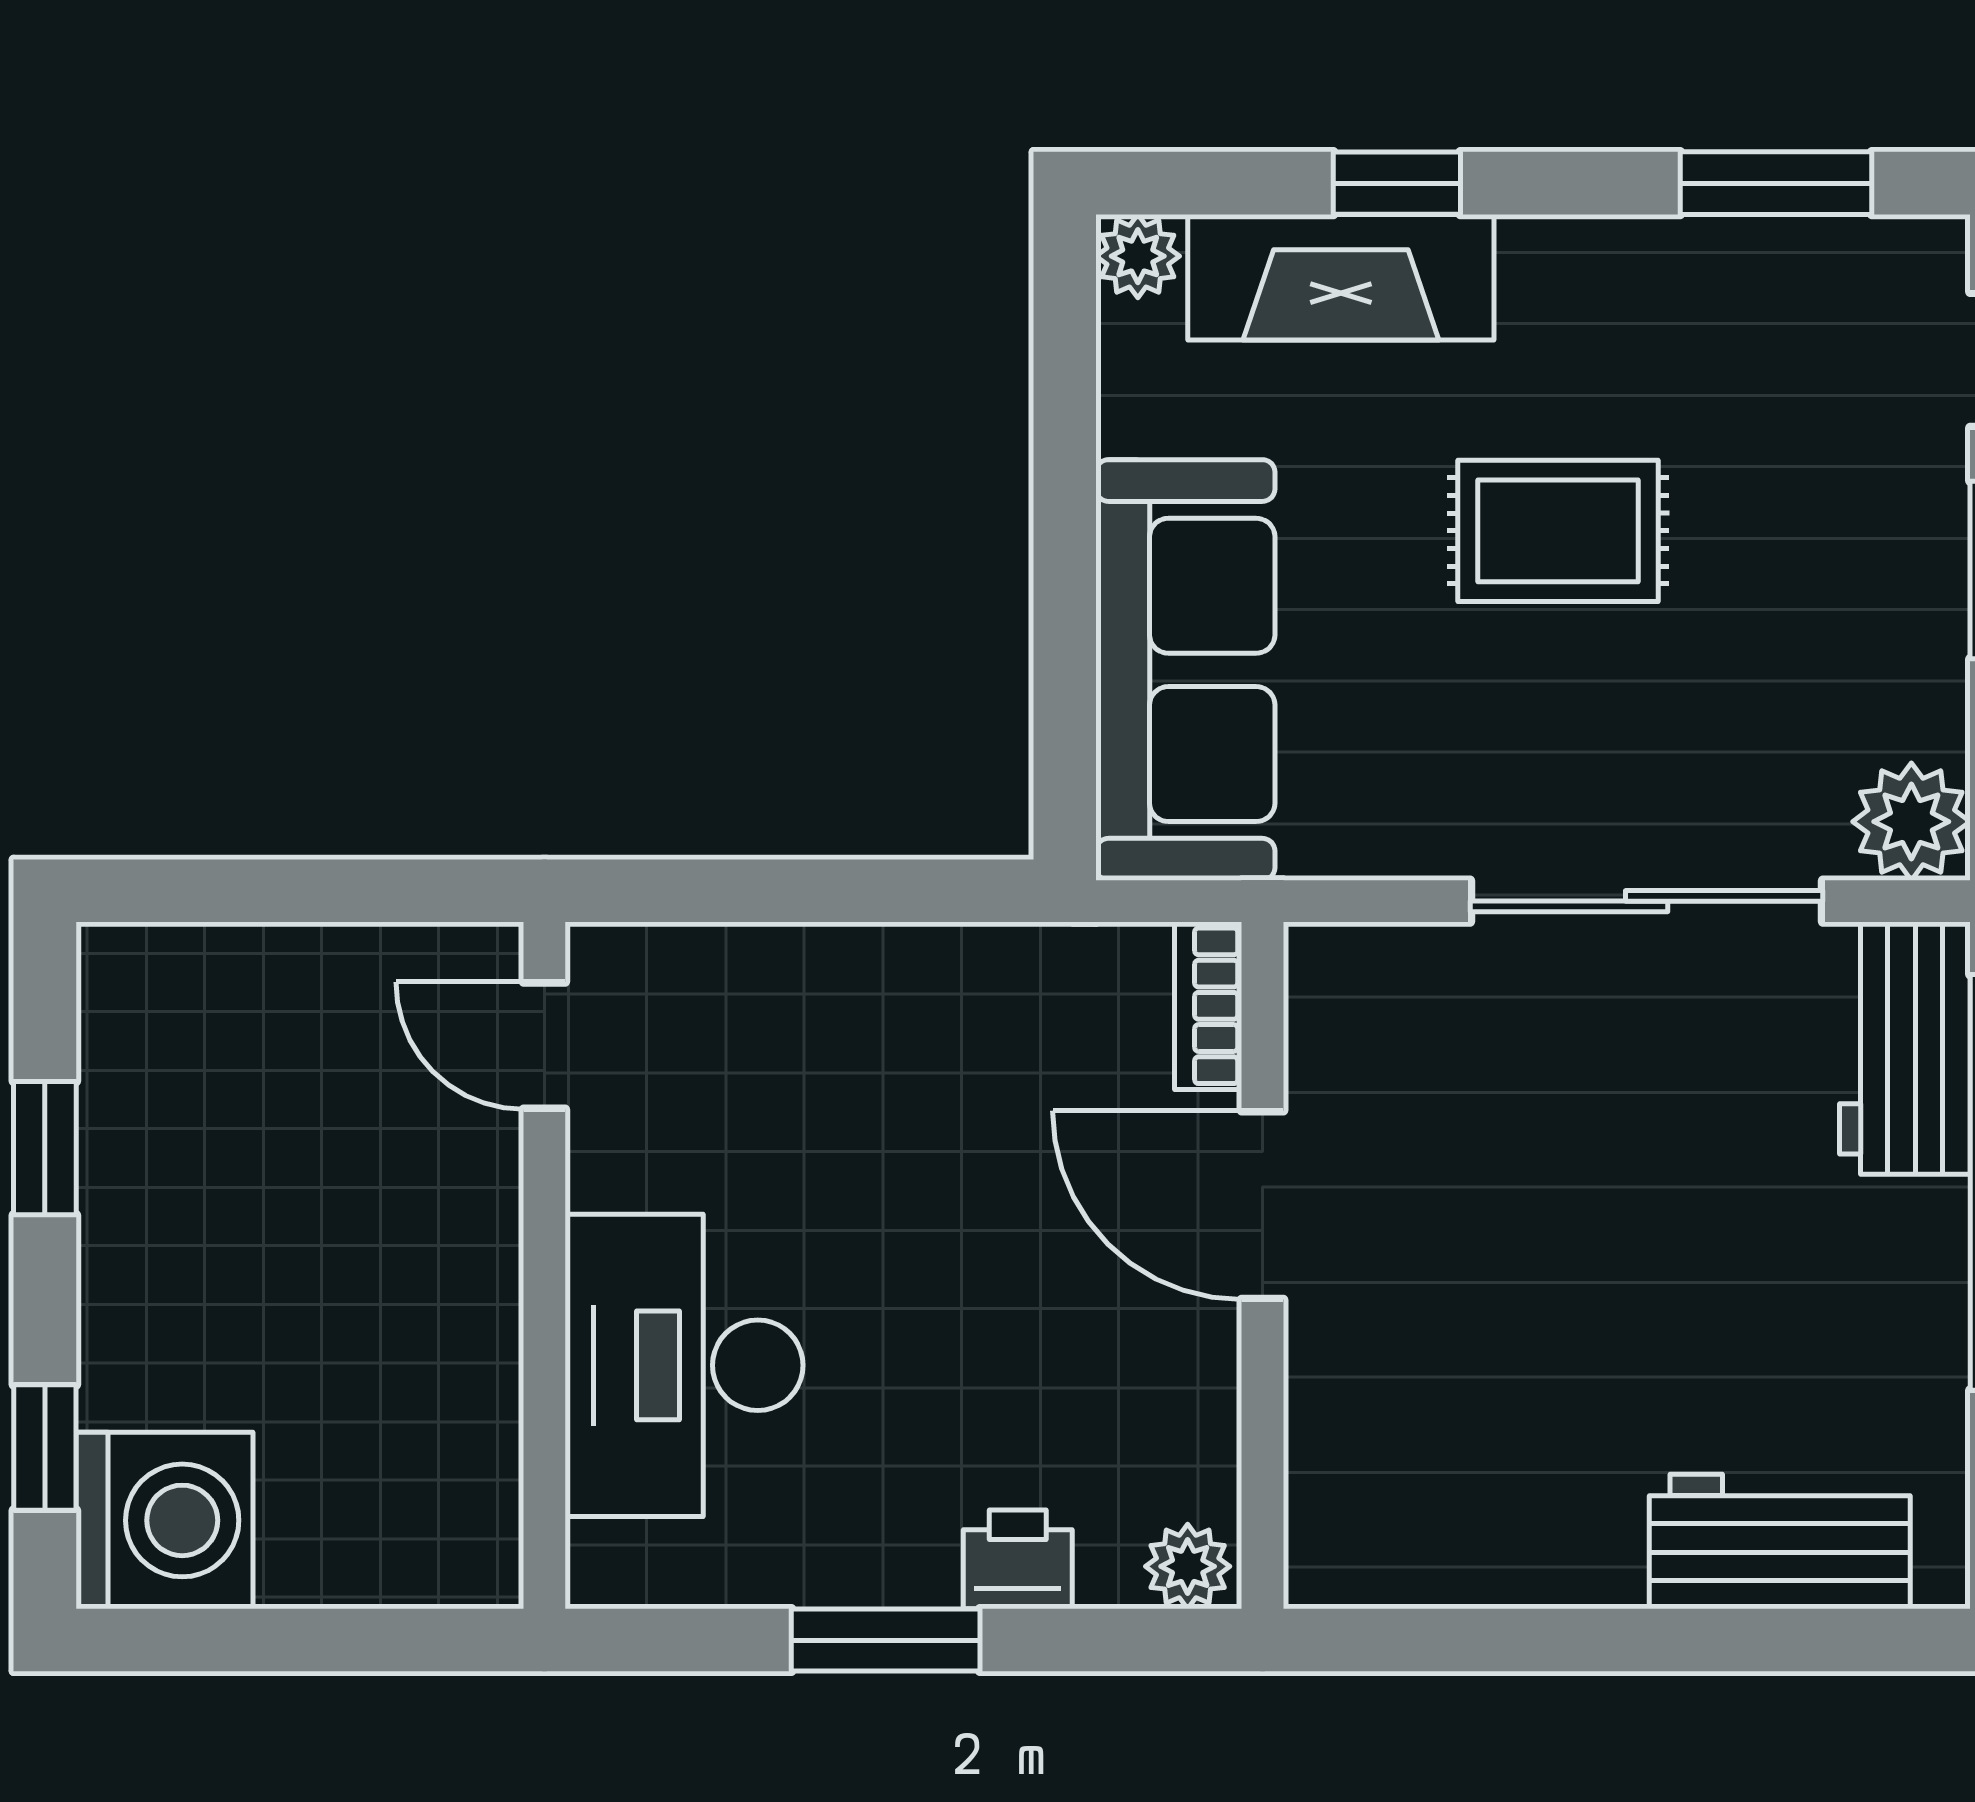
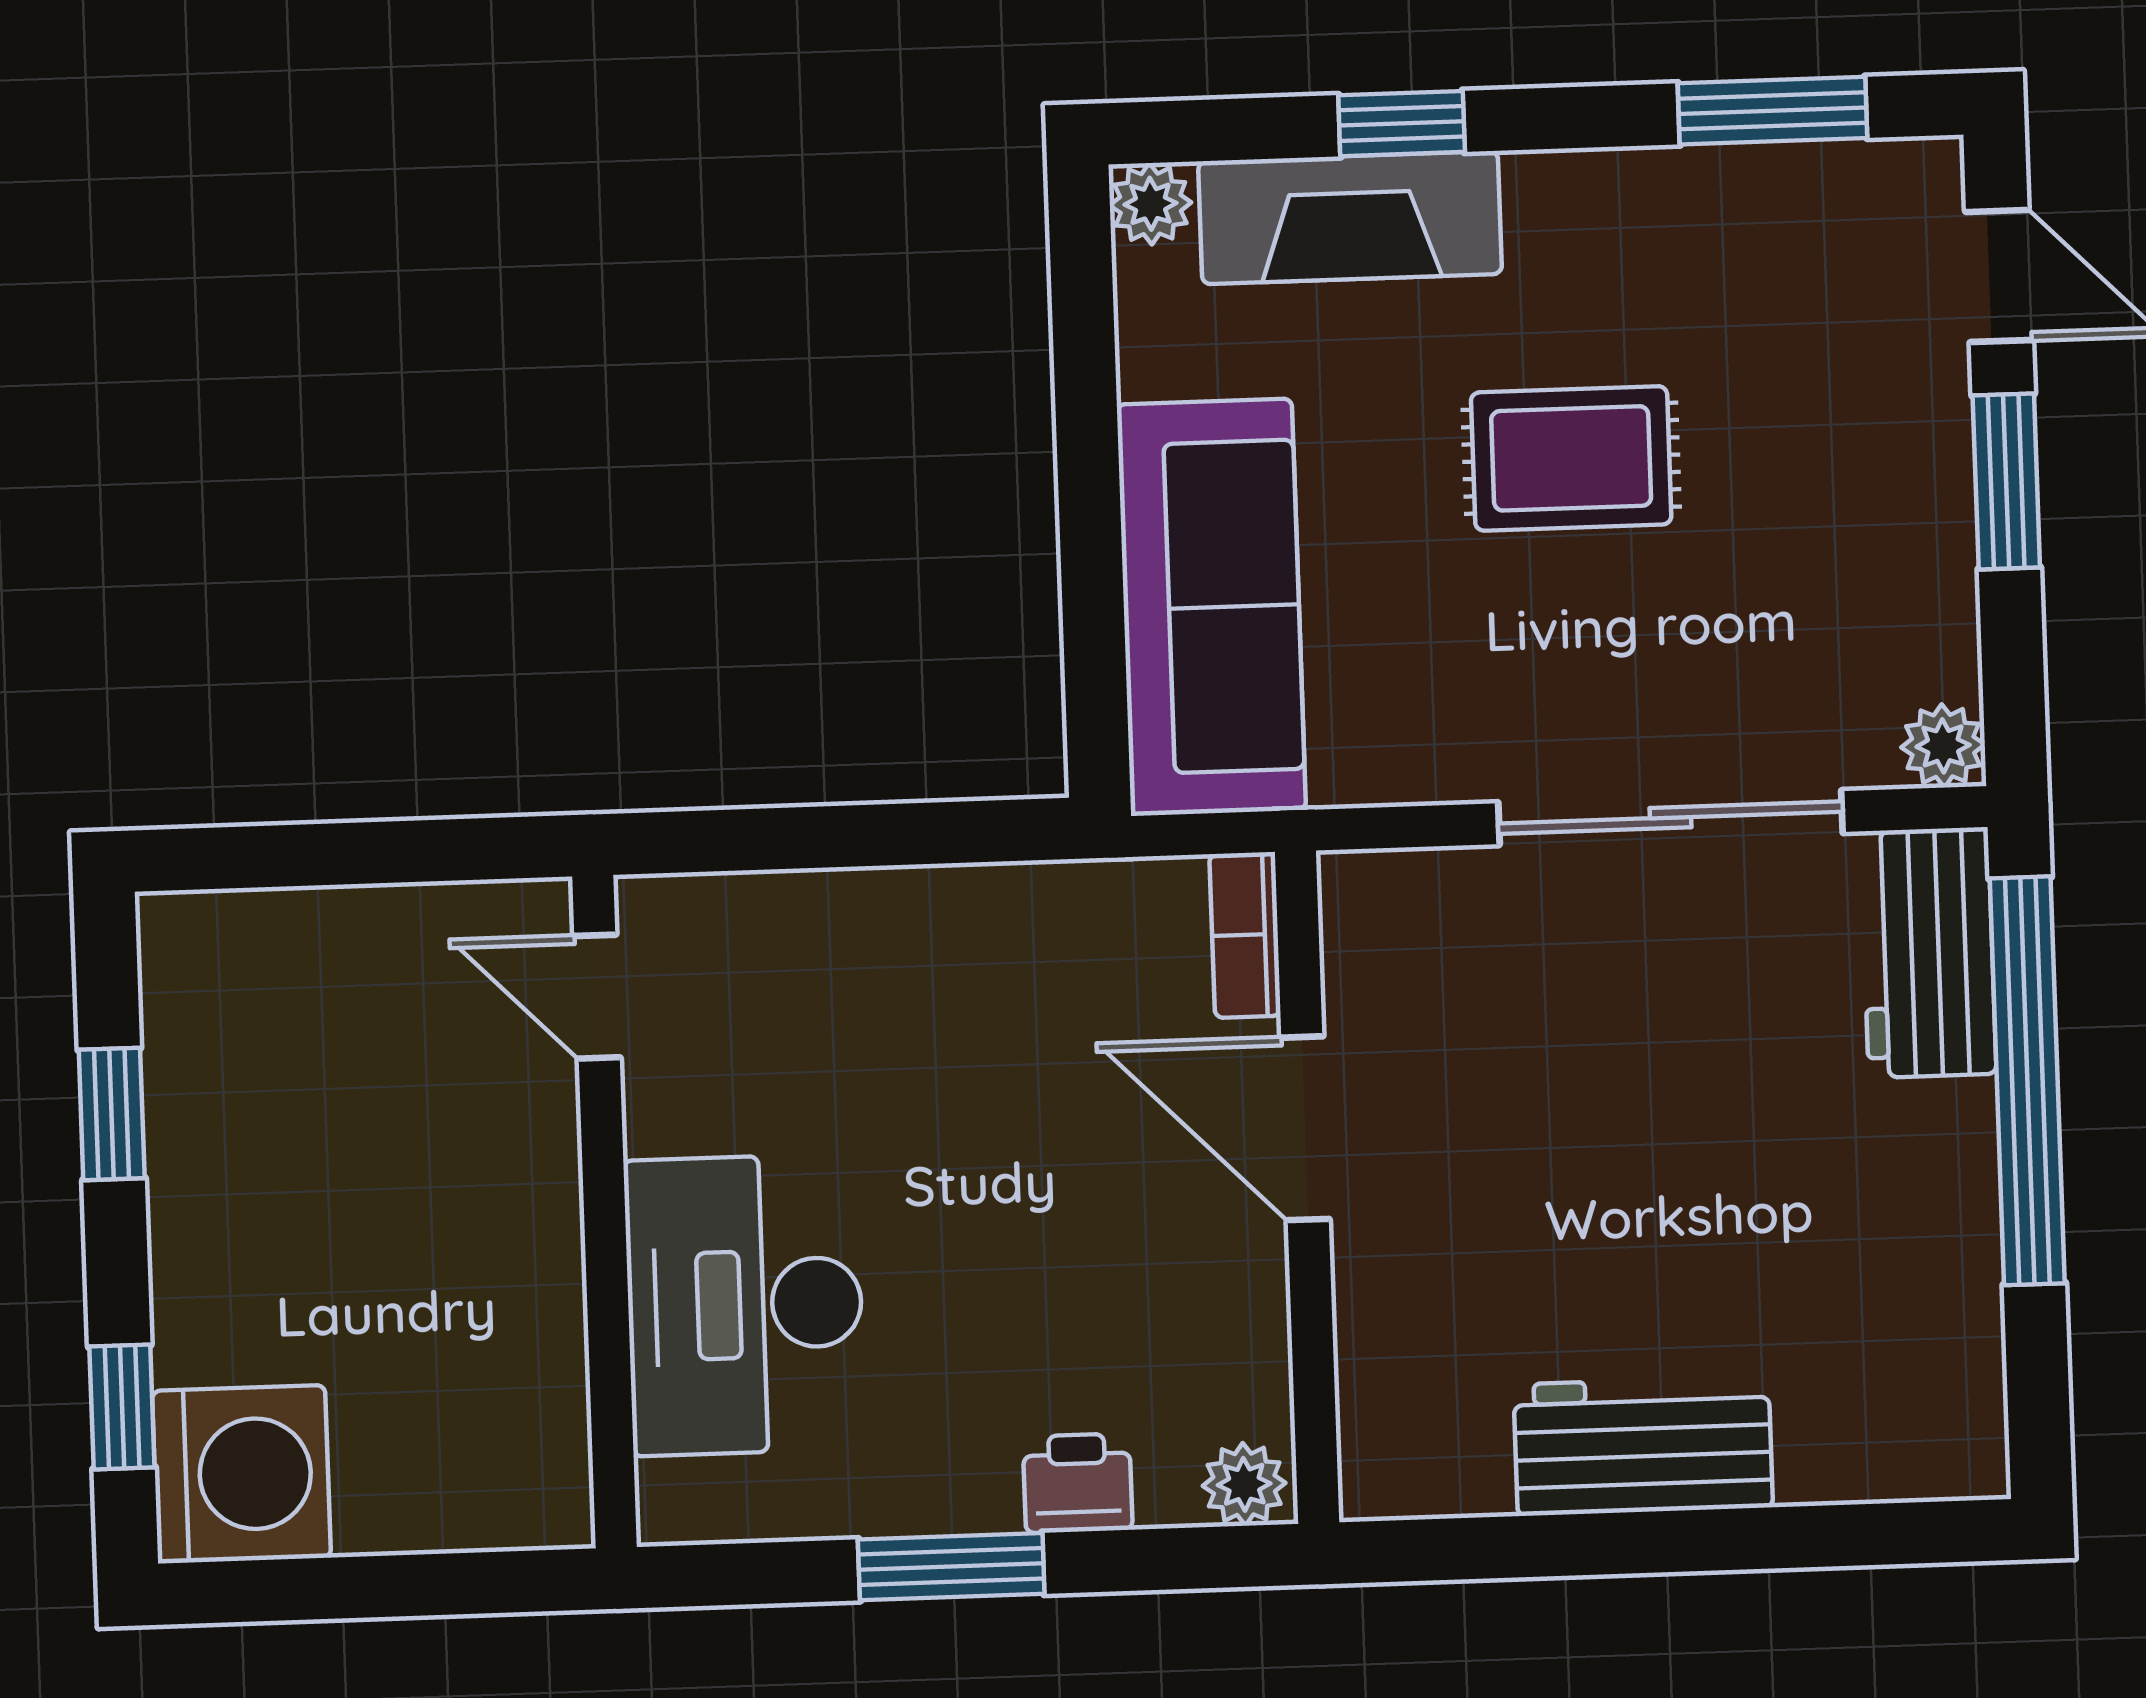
plant: (1911, 822) -> (1943, 746), width x0.73, depth x0.73
workbench: (1780, 1541) -> (1643, 1446), moved

